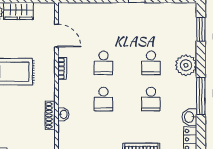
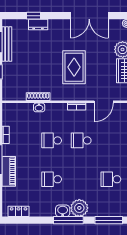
window: (201, 29) -> (109, 220), width x1.44
school desk: (151, 63) -> (111, 179), moved
window: (201, 96) -> (68, 220), moved
washbasin: (189, 117) -> (63, 211), moved

